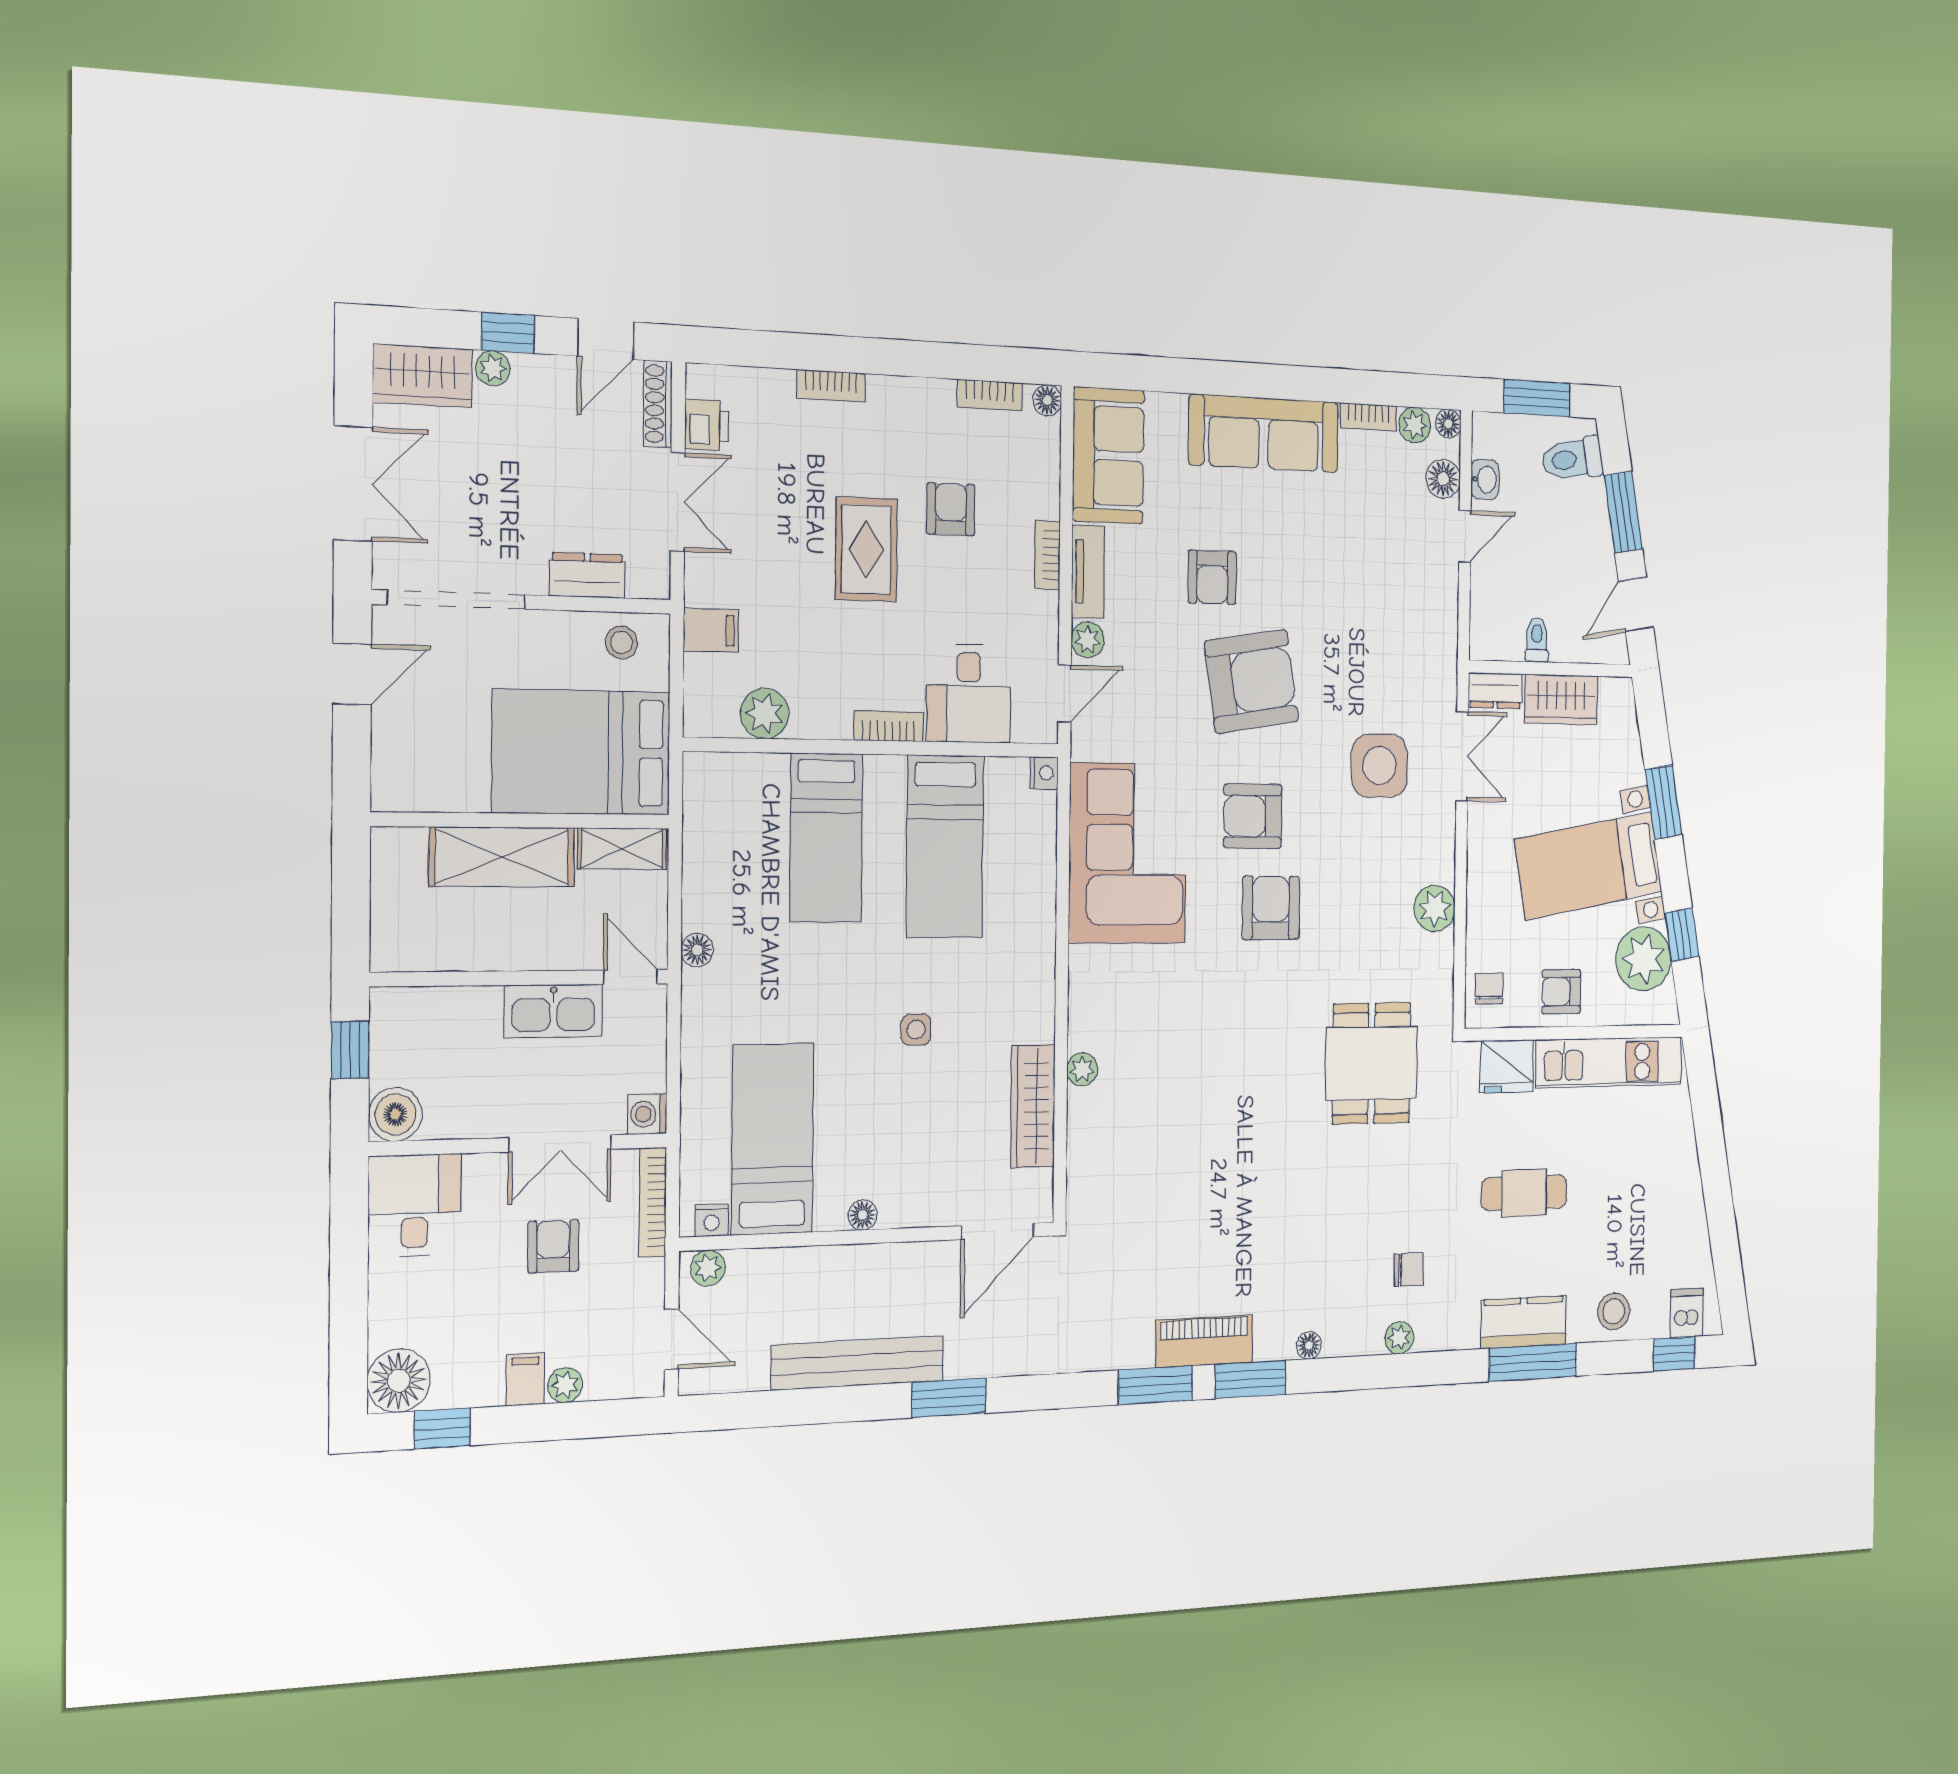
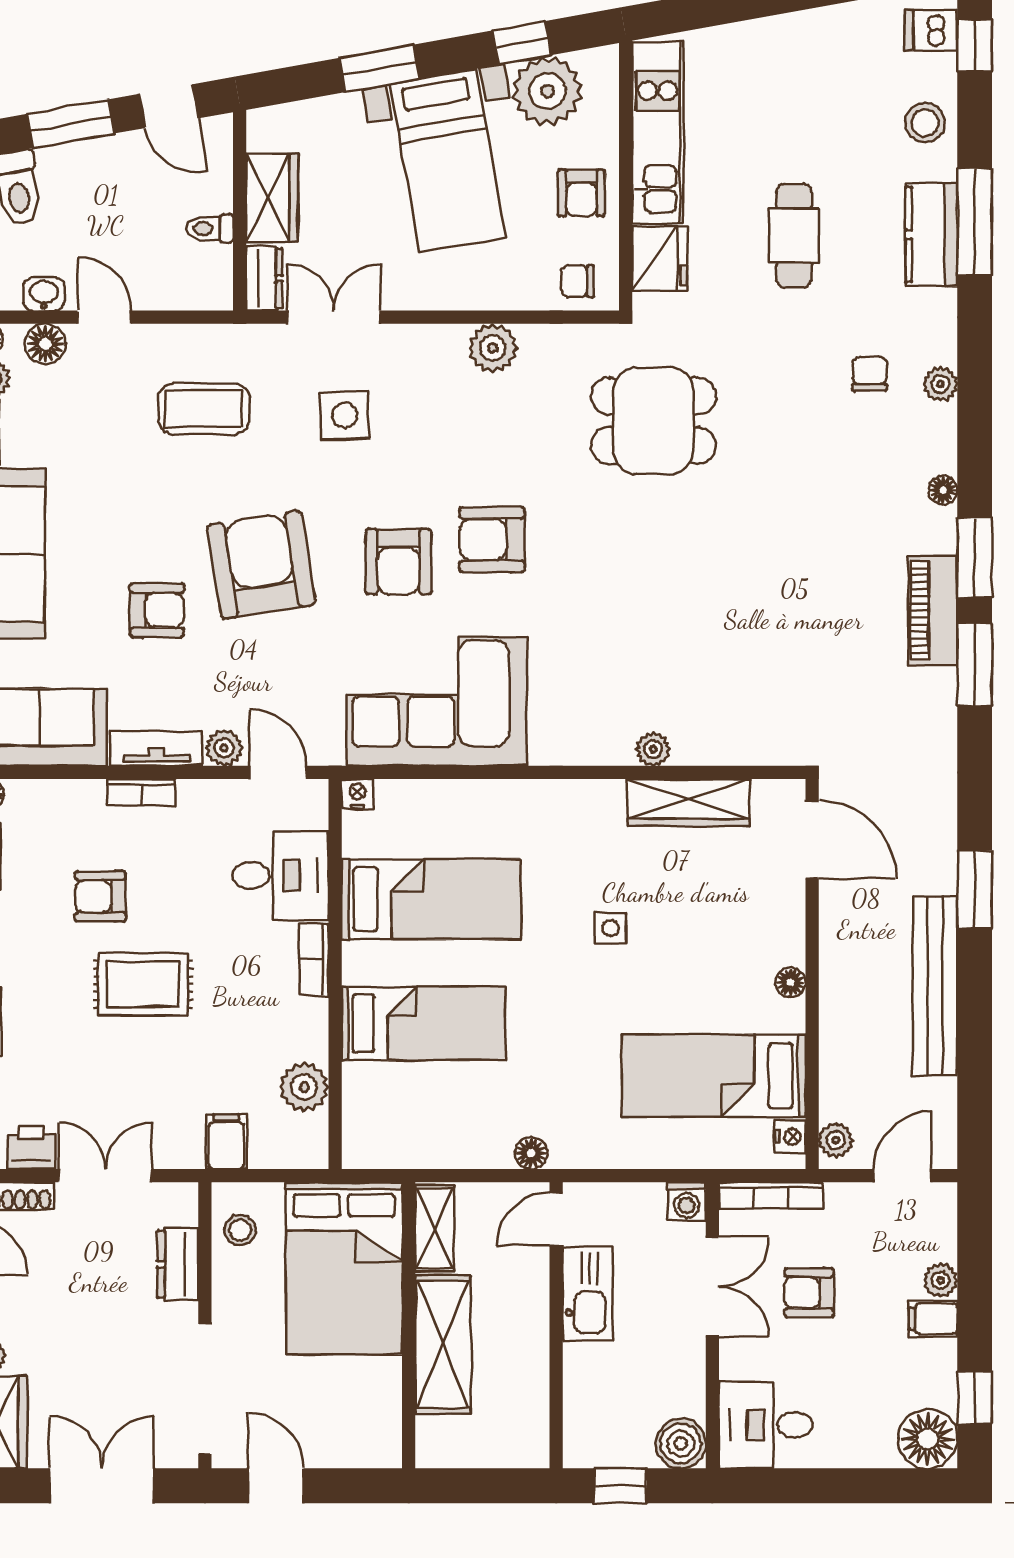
coffee table: (1387, 629) -> (204, 409), added
side table: (1380, 765) -> (345, 415), width x0.73, depth x0.73

